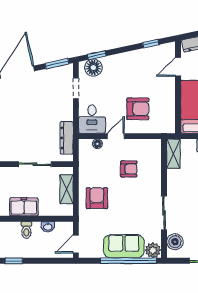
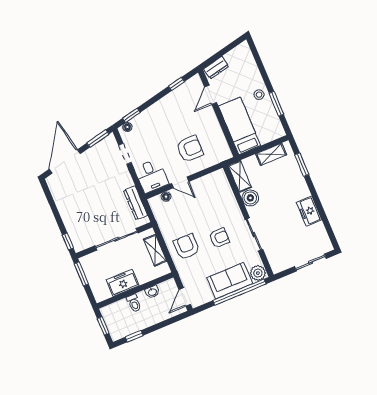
floor lamp: (93, 68) -> (127, 127), width x0.53, depth x0.53
door: (116, 136) -> (180, 182), swing flipped
sliding door: (35, 164) -> (116, 239), width x1.37
armchair: (129, 169) -> (219, 238), moved
boiler: (175, 242) -> (250, 198), moved

